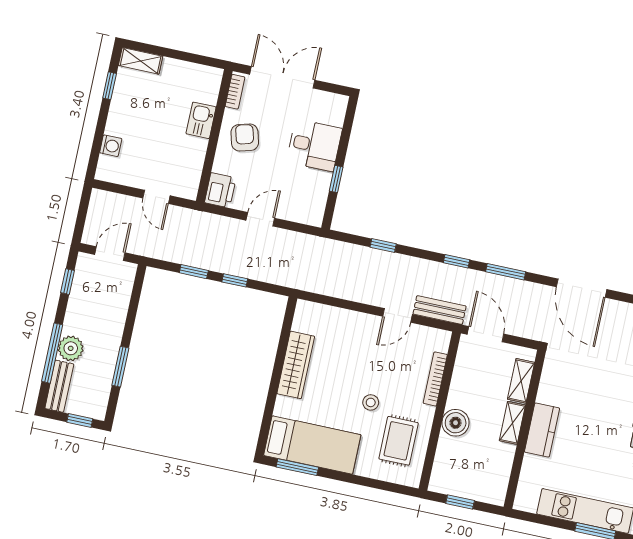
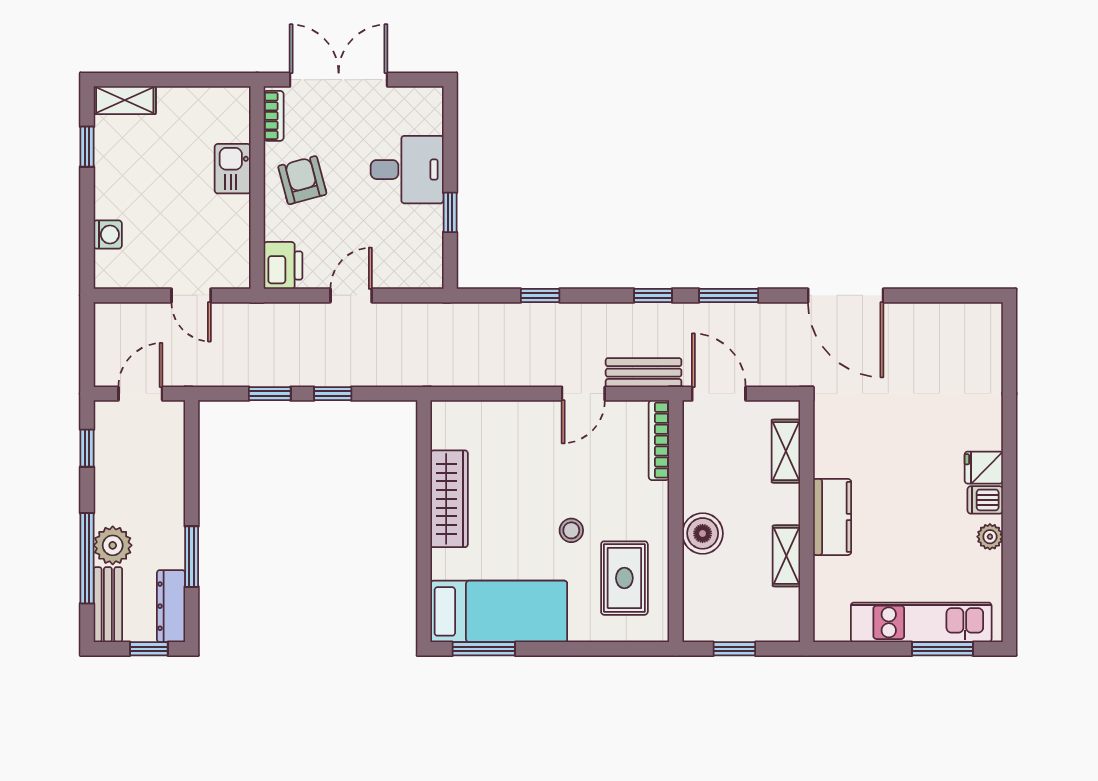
bookcase: (435, 379) -> (659, 440), moved
dresser: (100, 396) -> (171, 606), added
shelving: (512, 423) -> (786, 556), moved

